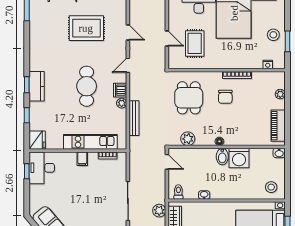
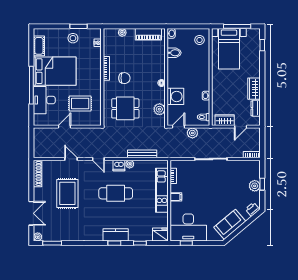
door: (128, 33) -> (71, 159), hinge flipped
door: (167, 39) -> (64, 127), moved
bidet: (222, 157) -> (174, 53), moved
washing machine: (239, 158) -> (175, 96), moved
desk: (42, 168) -> (188, 227), width x1.36, depth x1.30
plant: (159, 211) -> (192, 133), moved

